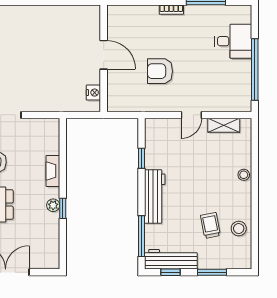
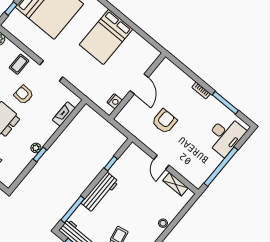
bed: (31, 35) -> (106, 37), added
desk: (233, 41) -> (225, 136), width x1.37
armchair: (160, 71) -> (164, 121), turned 90
door: (191, 115) -> (161, 162), hinge flipped
fireplace: (53, 171) -> (64, 114), moved

